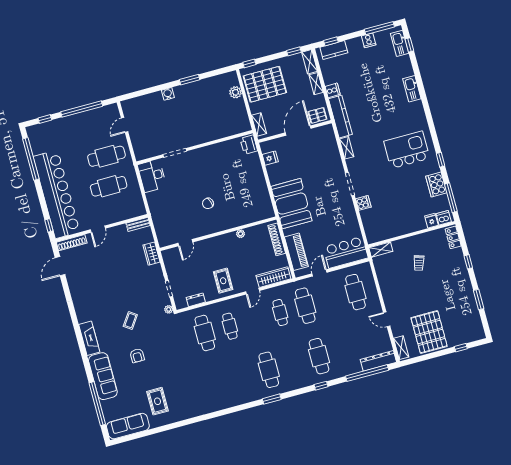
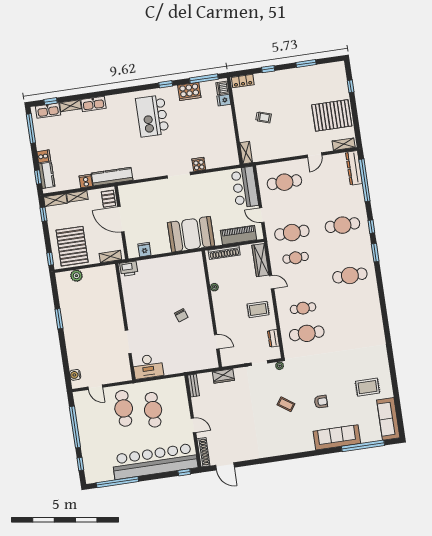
cooker: (369, 40) -> (44, 156), moved
water cooler: (168, 94) -> (75, 375), moved
shelving: (347, 148) -> (70, 106), moved
fireplace: (89, 338) -> (298, 446), removed
window: (272, 399) -> (375, 253), moved

